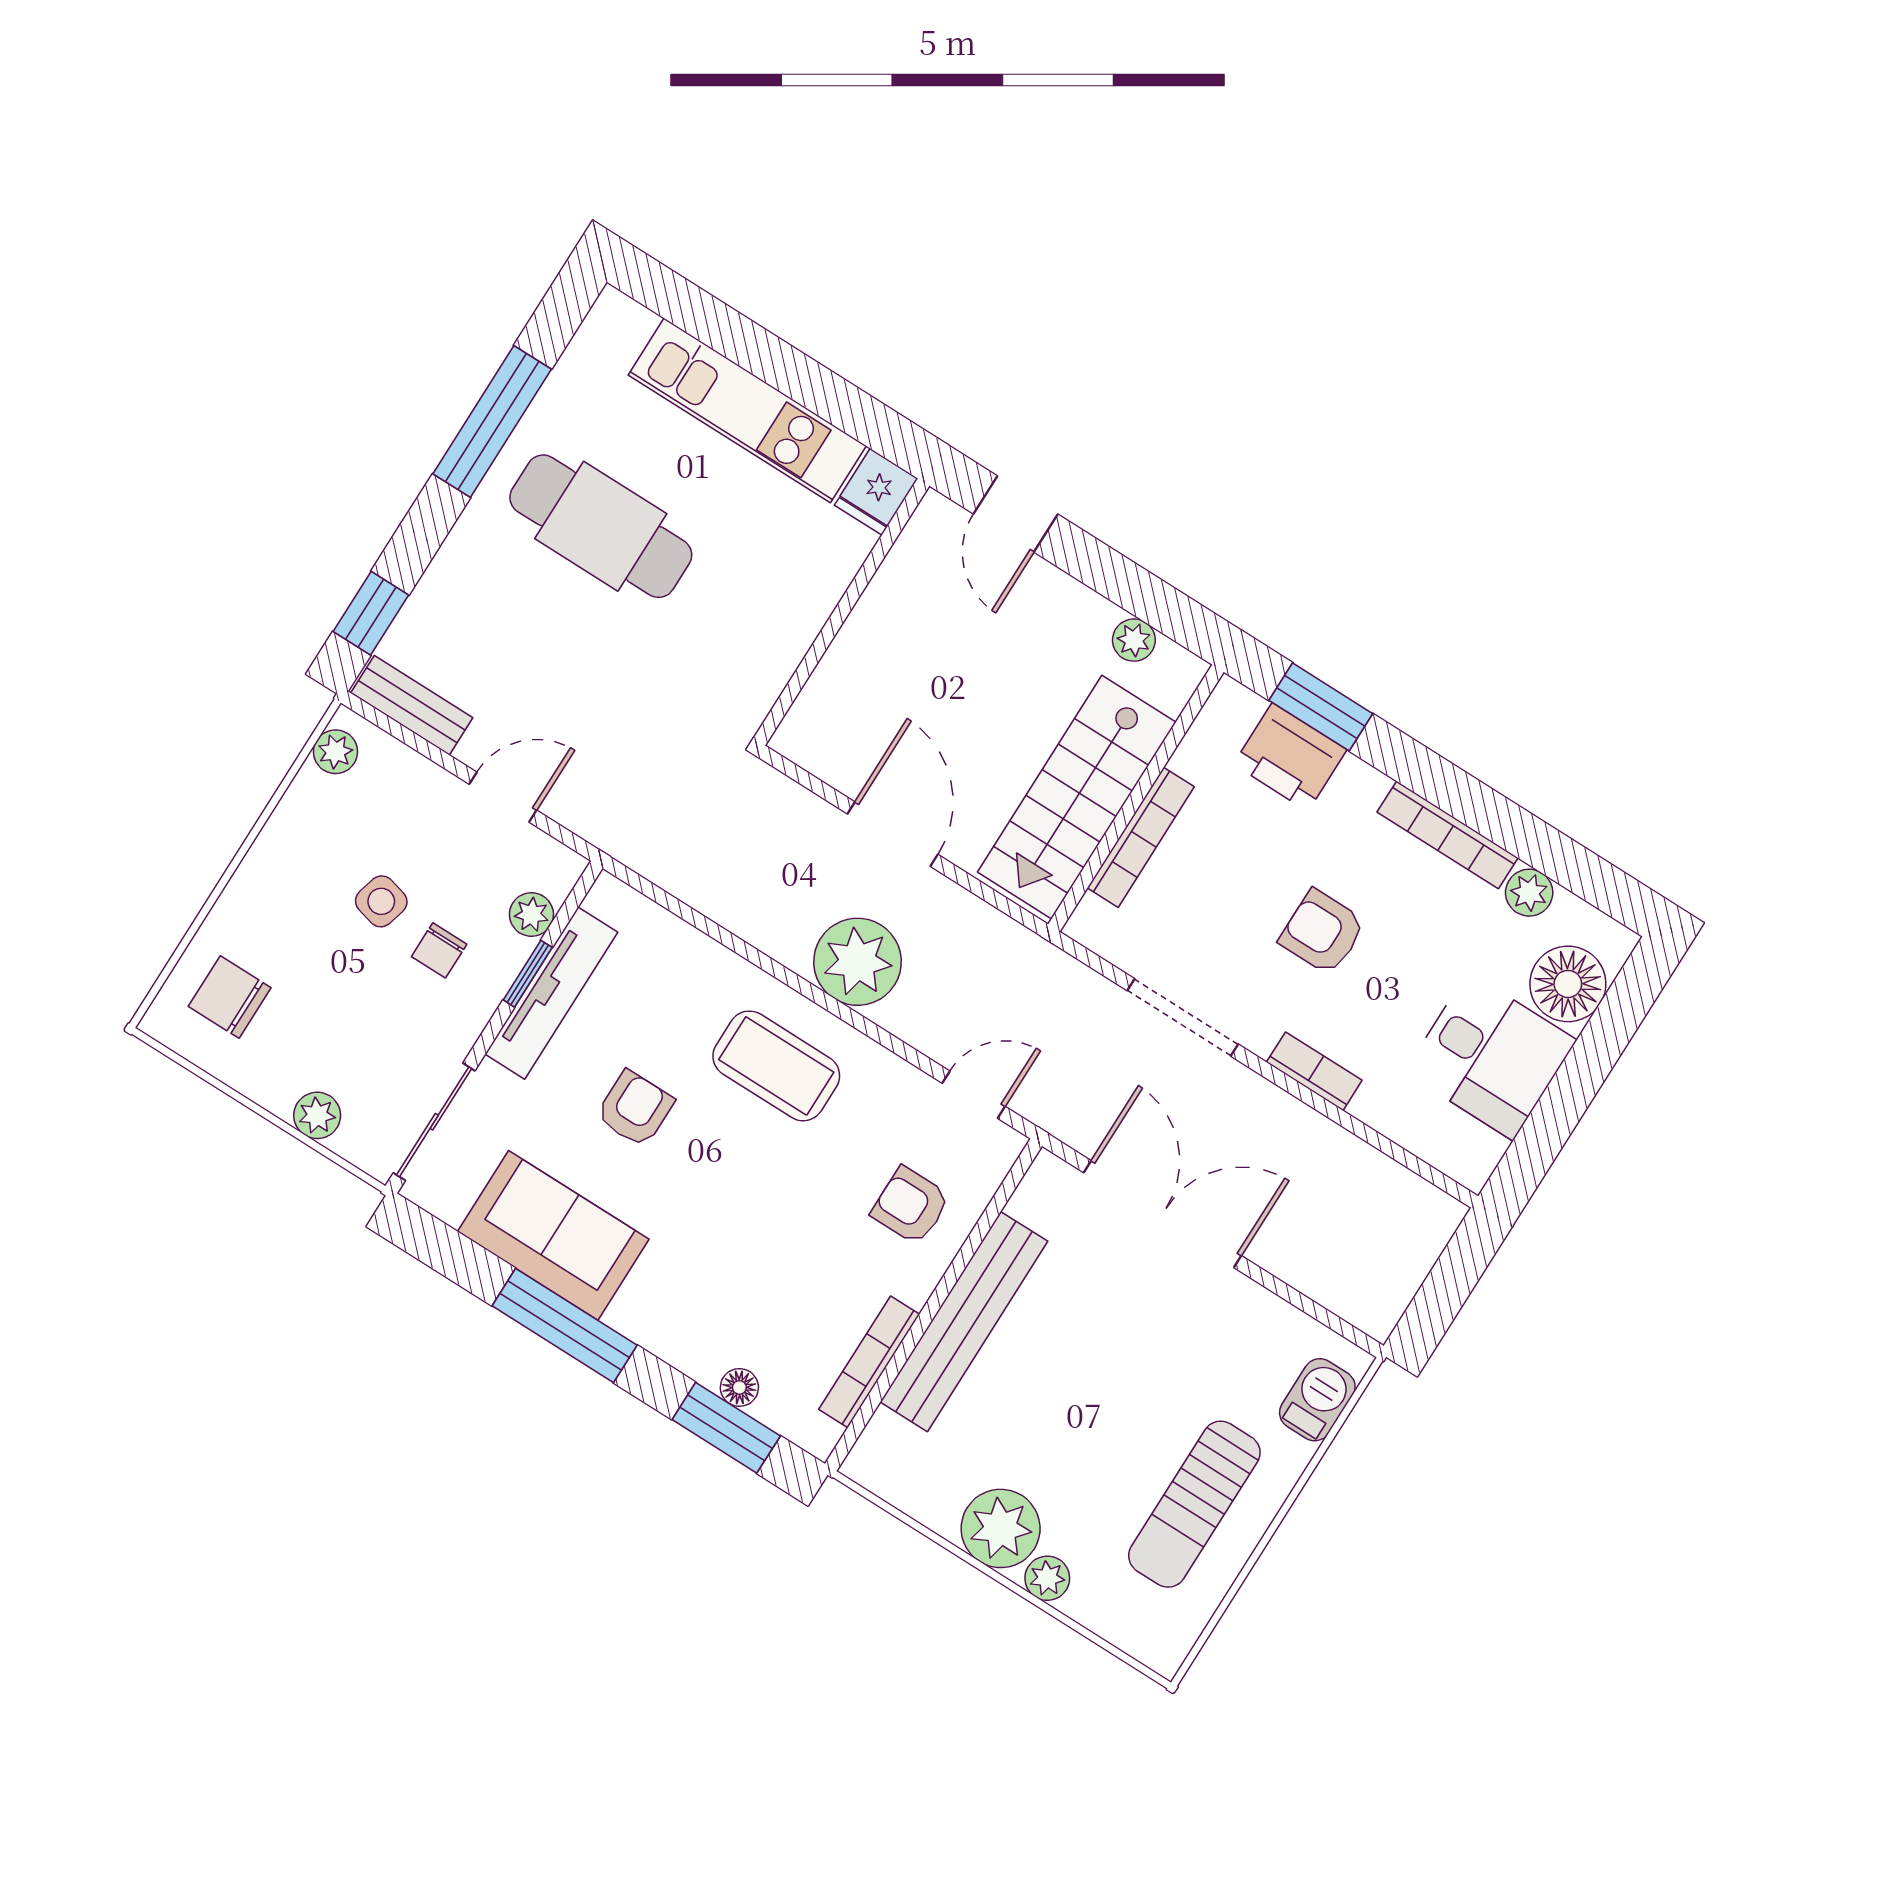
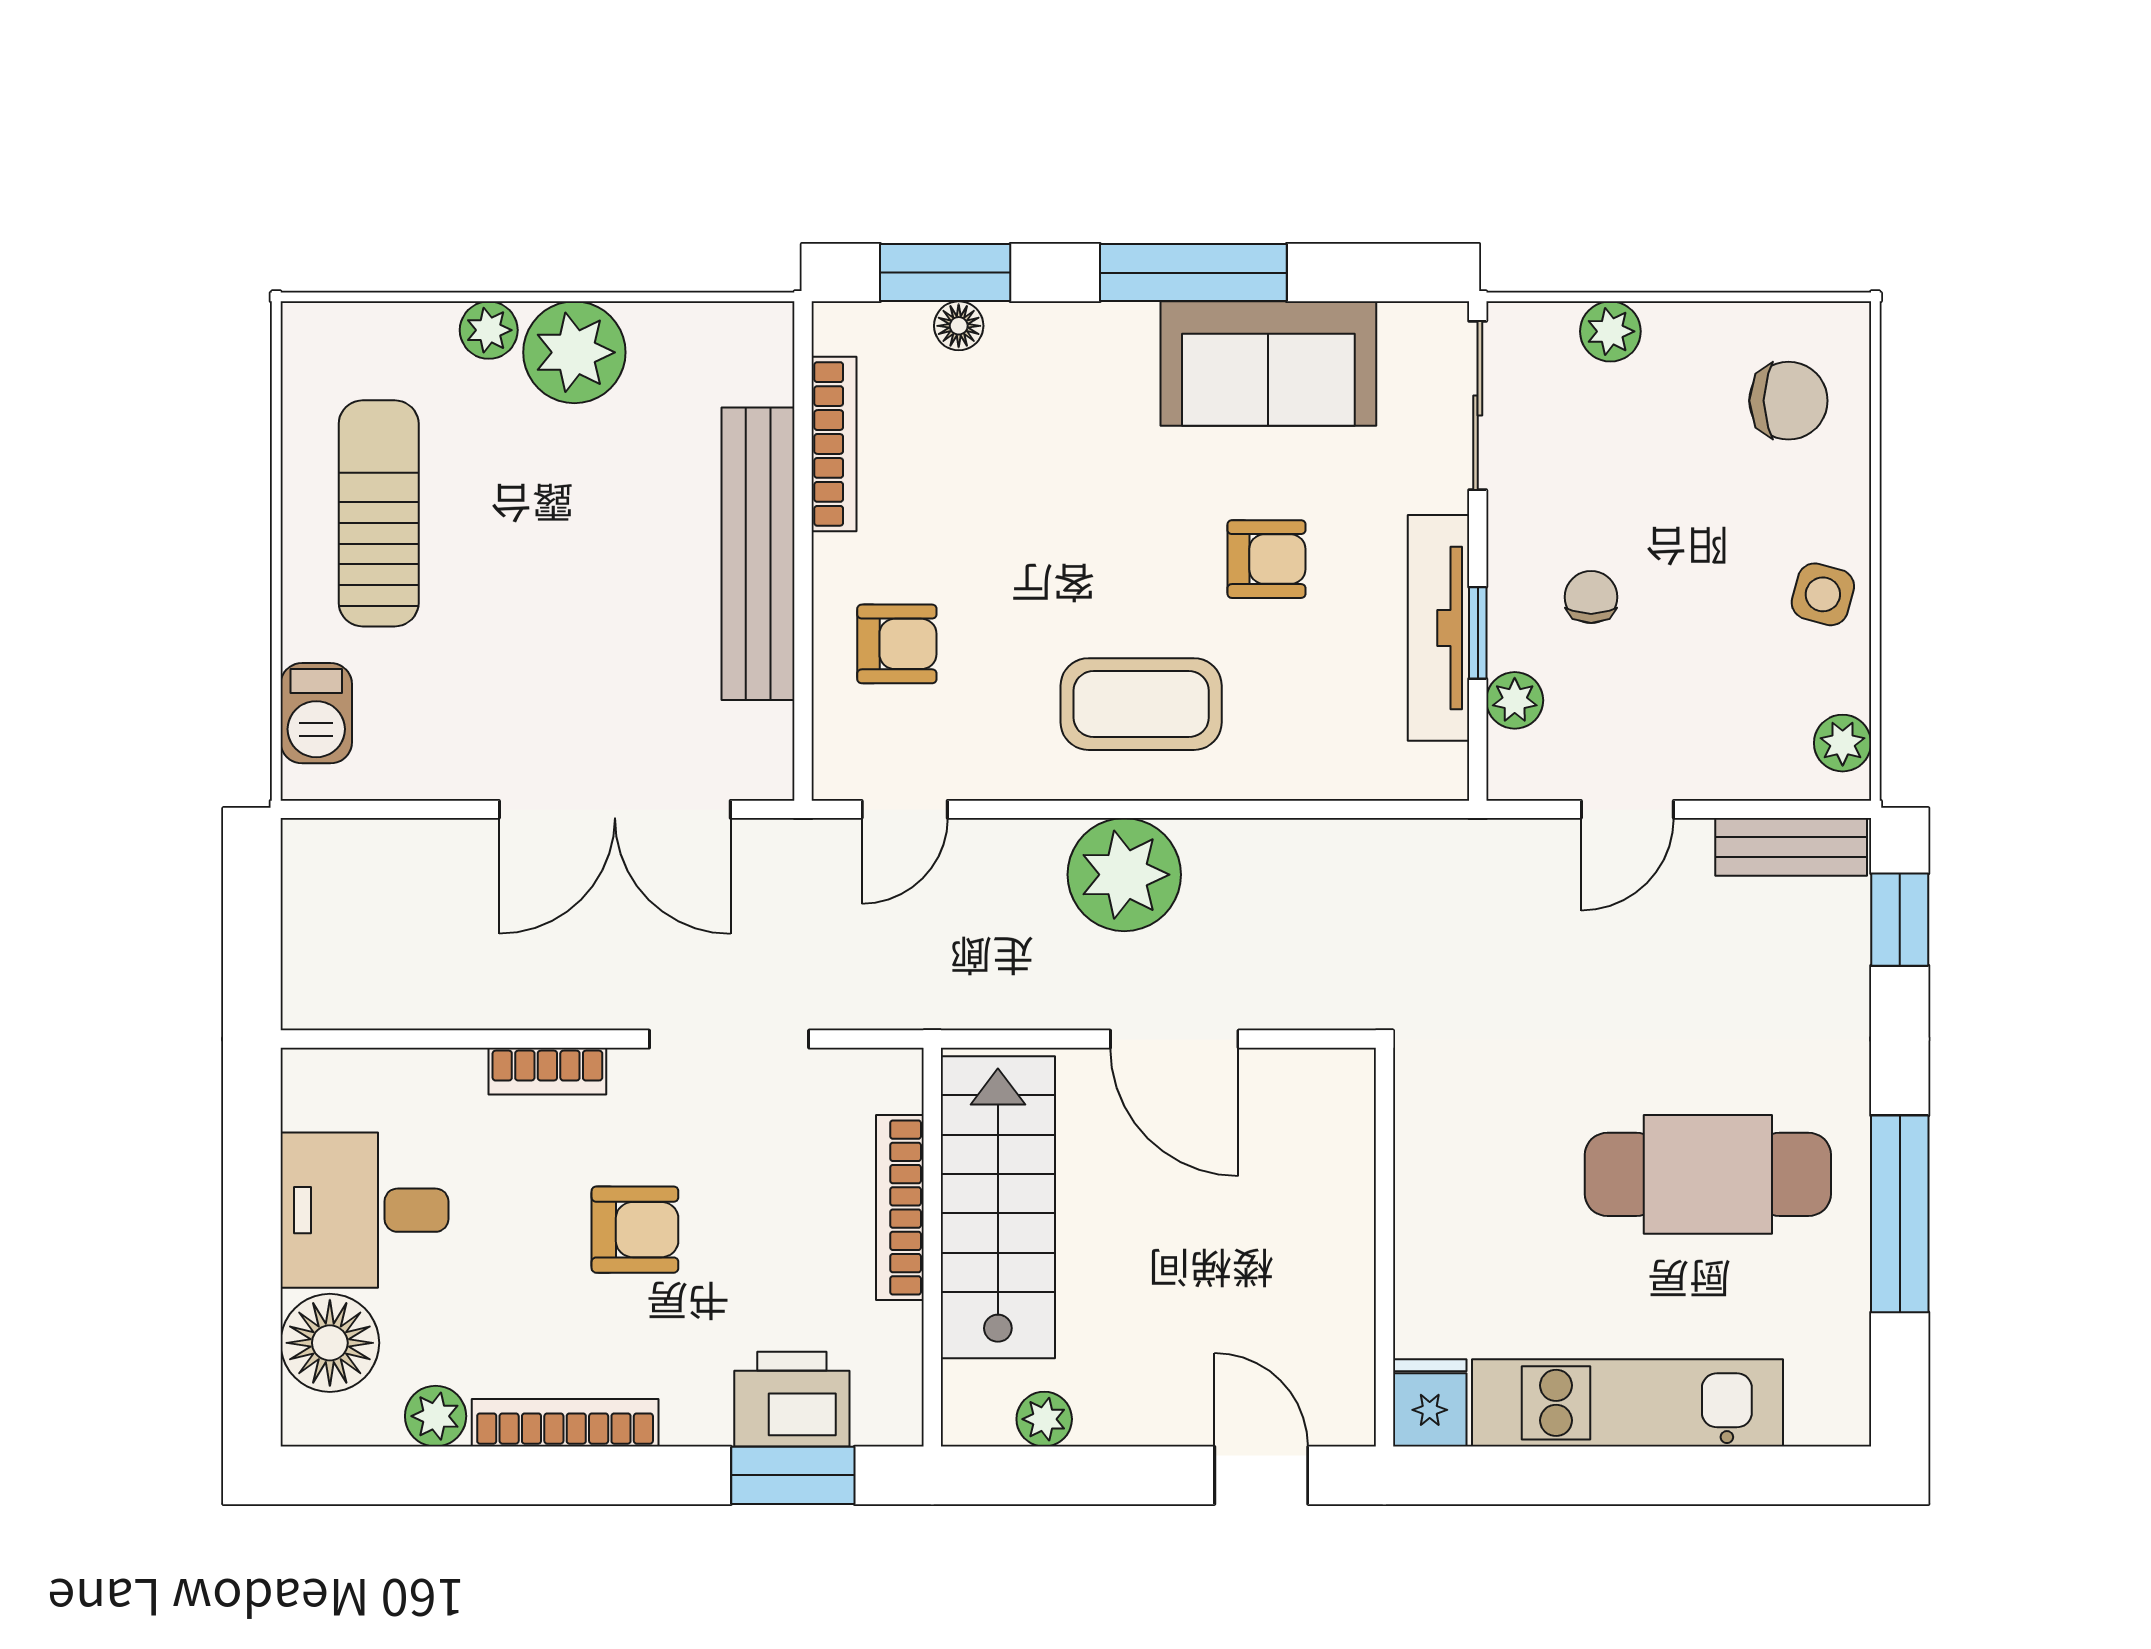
side table: (381, 901) -> (1823, 594), moved
armchair: (635, 1109) -> (1266, 559), turned -90

